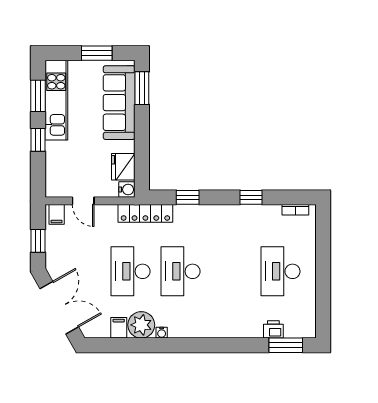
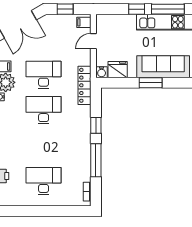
window: (142, 88) -> (151, 83), moved
window: (38, 96) -> (168, 9), width x1.44
window: (188, 197) -> (96, 125), moved
window: (251, 197) -> (96, 160), width x2.17

